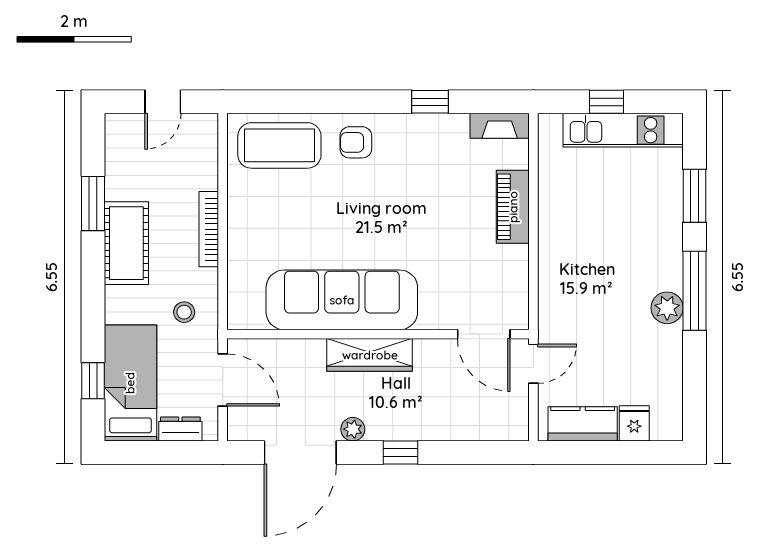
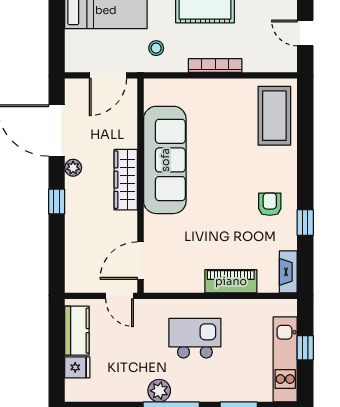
armchair: (356, 142) -> (270, 204), moved
kitchen island: (593, 257) -> (195, 338), added
dresser: (180, 429) -> (73, 45), removed

